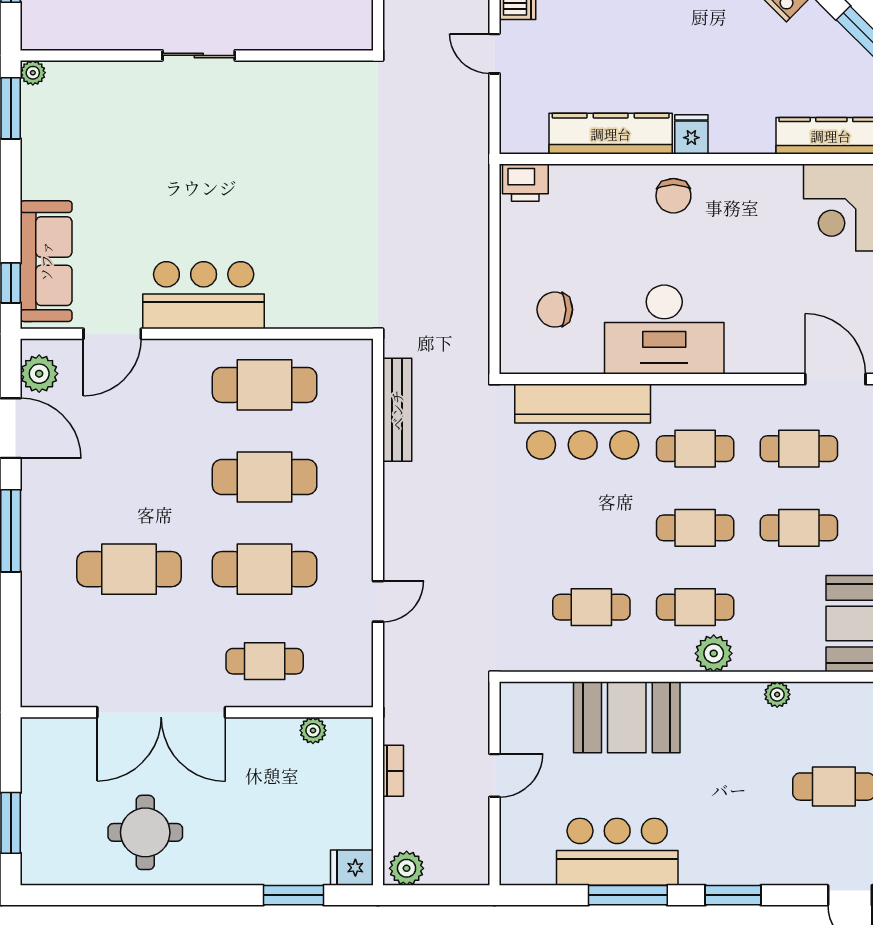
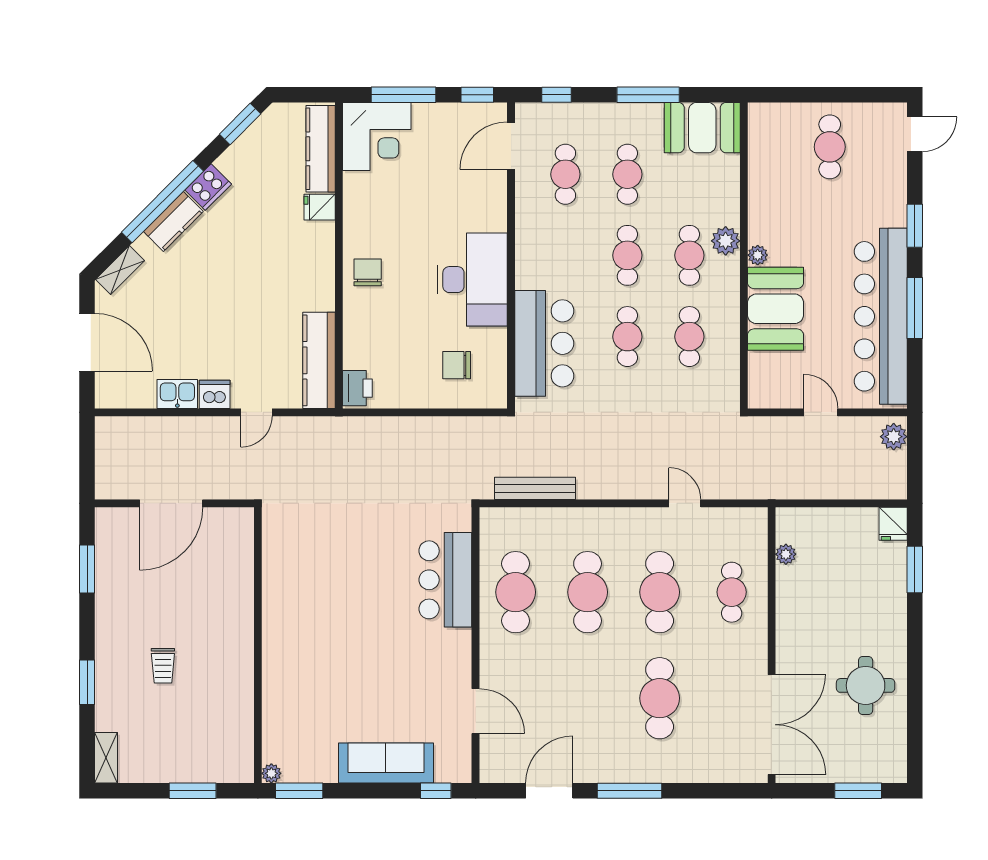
sliding door: (199, 55) -> (258, 644), removed
kitchen counter: (611, 134) -> (319, 360), moved
fridge: (691, 134) -> (320, 207), moved
chair: (673, 196) -> (368, 272), turned -90
sofa: (46, 261) -> (386, 763), moved
bar counter: (204, 295) -> (445, 580), moved
chair: (555, 310) -> (457, 365), turned 90
plant: (39, 374) -> (507, 768), removed
cafe table: (695, 449) -> (627, 337), moved
plant: (777, 694) -> (758, 255), moved
double door: (161, 712) -> (772, 725), moved
bookcase: (393, 771) -> (817, 492), removed
bar counter: (617, 852) -> (881, 316), width x1.86
plant: (407, 868) -> (894, 437), moved

